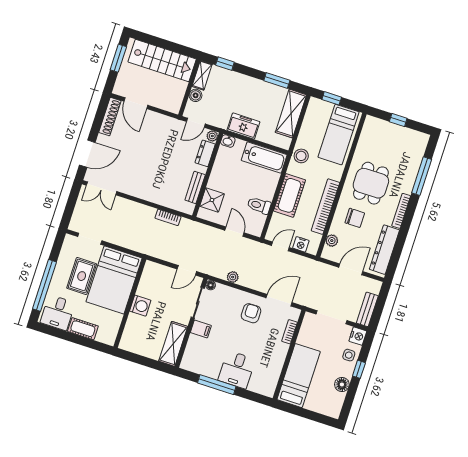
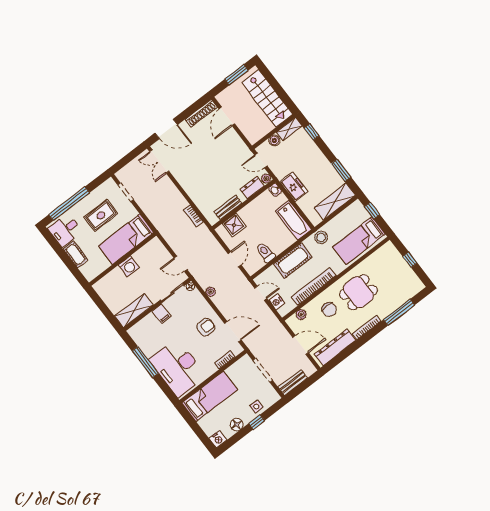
bed: (114, 280) -> (126, 239), width x0.67
nightstand: (358, 336) -> (218, 439), moved
desk: (237, 370) -> (178, 368), width x1.87, depth x1.30

